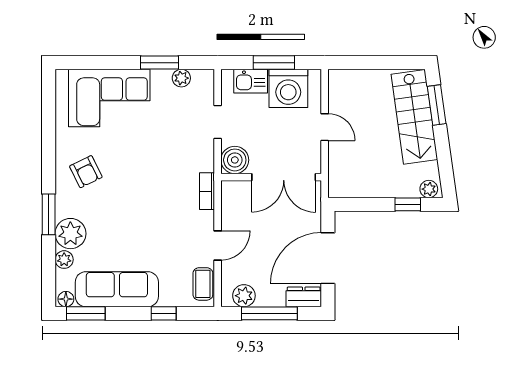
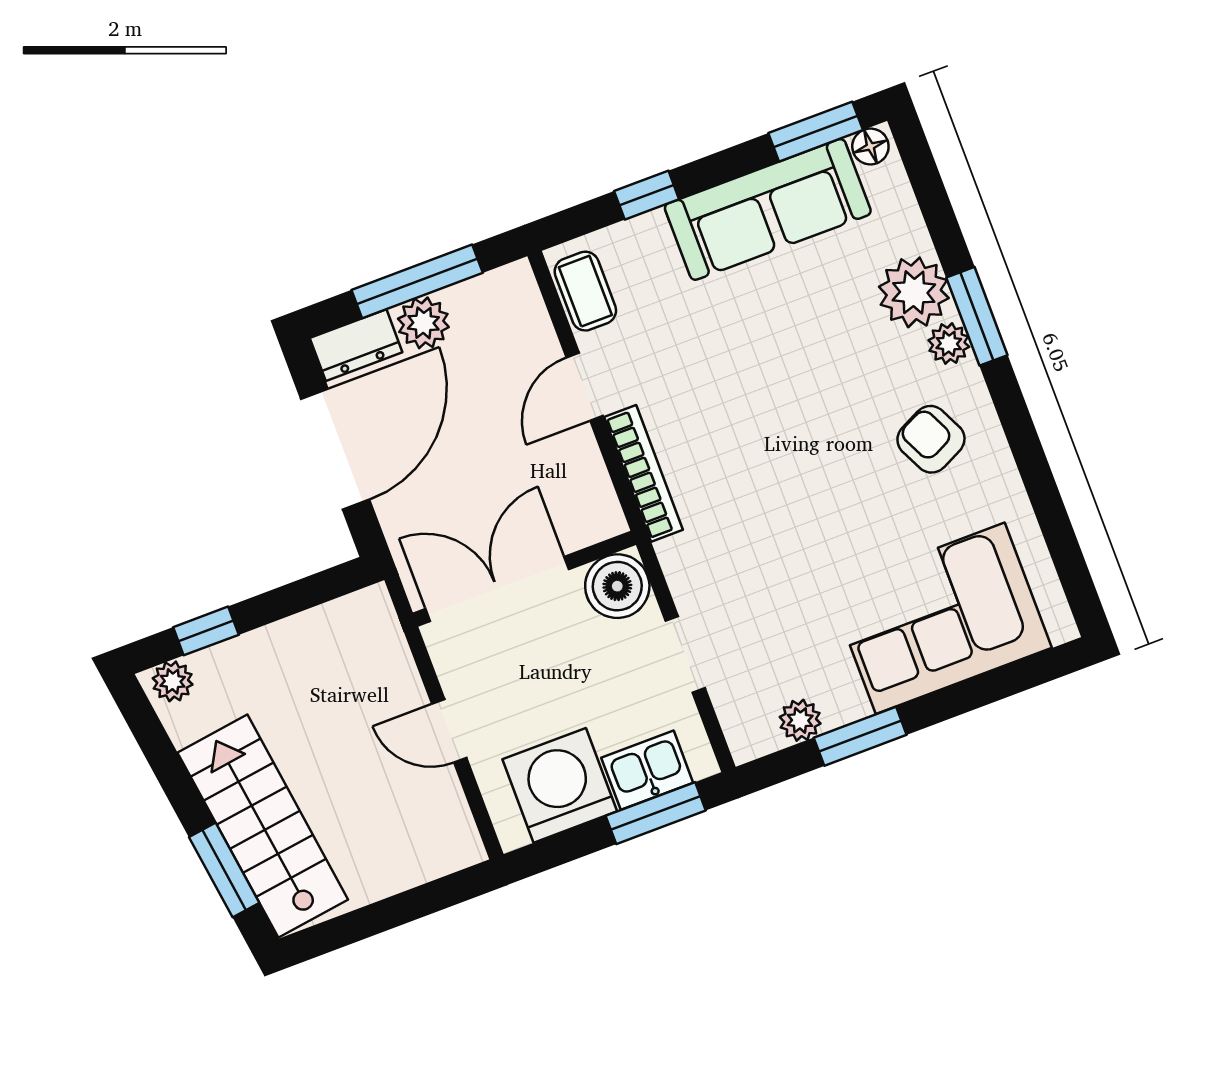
window: (274, 63) -> (656, 813), moved
bookcase: (207, 191) -> (644, 473), width x1.56
plant: (64, 260) -> (949, 344), moved
plant: (244, 296) -> (423, 323), moved

